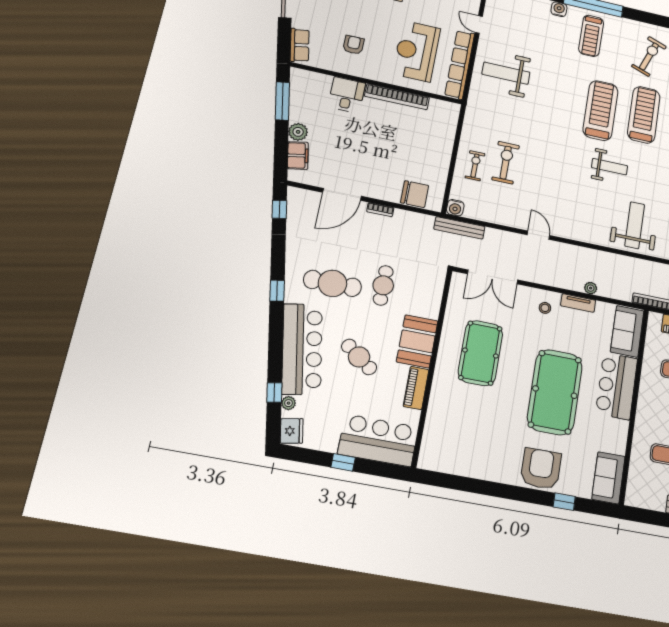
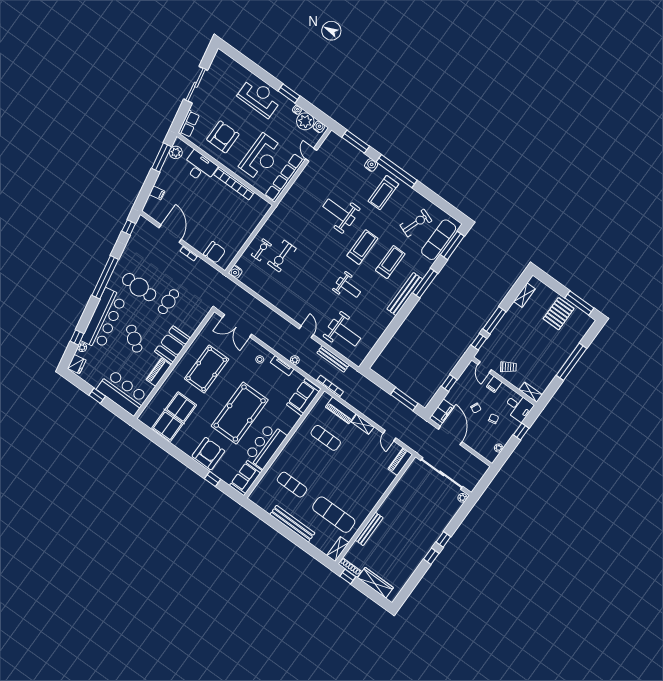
armchair: (354, 45) -> (223, 137), width x1.88, depth x1.88
reception desk: (416, 51) -> (261, 157), turned 180
weight bench: (506, 73) -> (339, 212), moved
desk: (347, 95) -> (200, 167), width x1.37
treadmill: (600, 110) -> (362, 247), width x0.73, depth x0.73
treadmill: (644, 115) -> (390, 262), width x0.73, depth x0.73
plant: (298, 132) -> (176, 152), moved
filing cabinet: (298, 156) -> (157, 193), width x0.50
exercise bike: (506, 163) -> (282, 256), turned 180
door: (342, 194) -> (170, 234), swing flipped
weight bench: (635, 225) -> (344, 333), turned 90
bench: (459, 228) -> (333, 359), moved
door: (538, 235) -> (306, 332), moved
window: (277, 291) -> (105, 277), width x3.17
bar counter: (617, 386) -> (266, 446), moved
table tennis table: (468, 440) -> (174, 417), added

